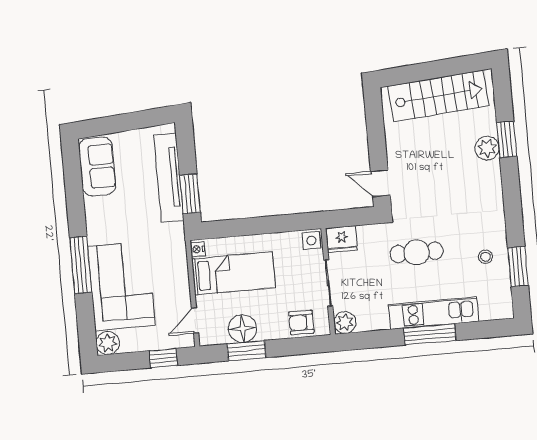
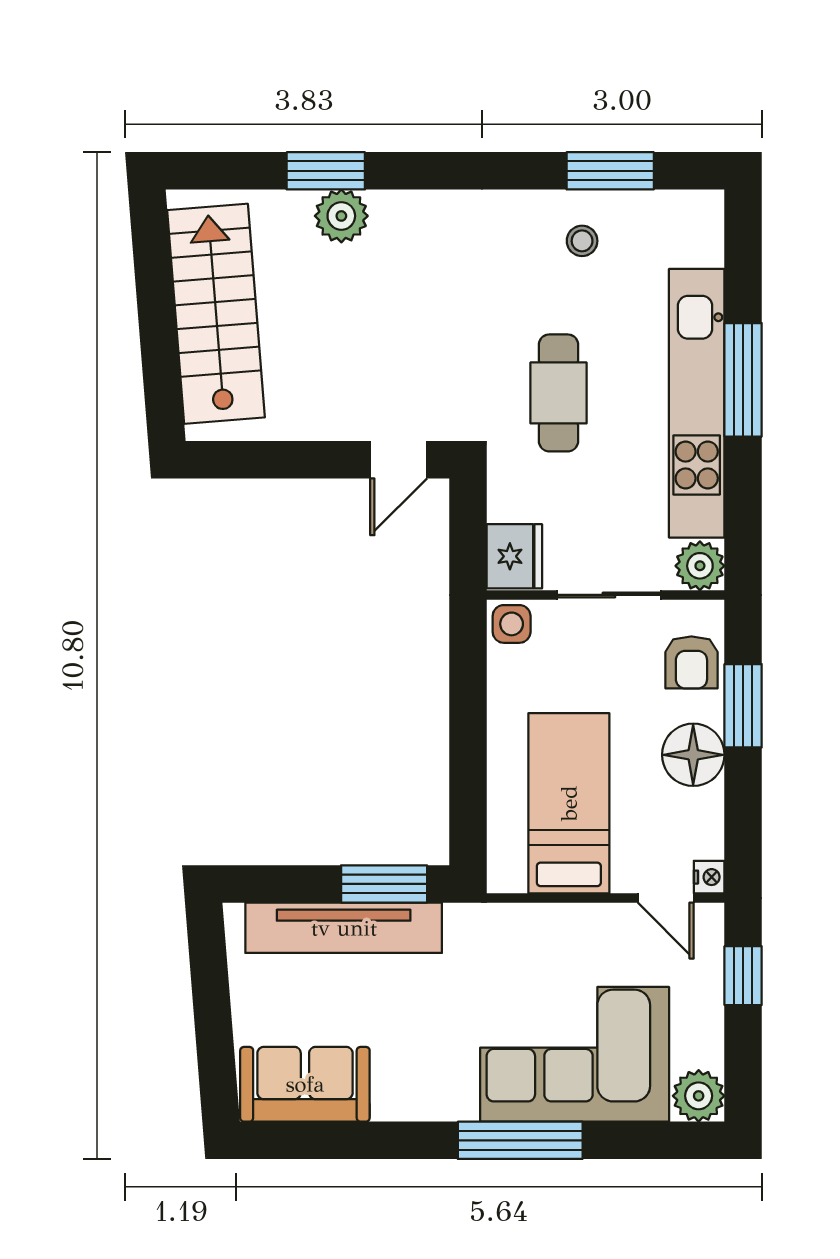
nightstand: (198, 249) -> (709, 877), moved, turned -90
kitchen unit: (434, 313) -> (697, 403), width x1.36
floor lamp: (243, 329) -> (693, 755), moved
window: (246, 351) -> (743, 706), moved

